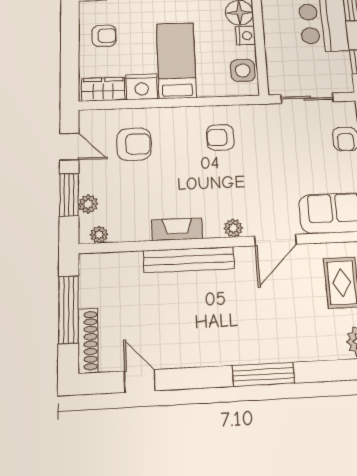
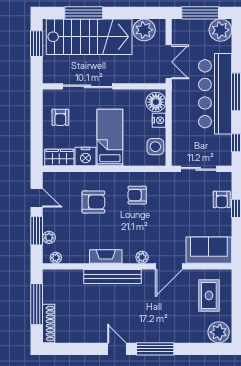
armchair: (104, 36) -> (60, 117), turned 90
armchair: (134, 144) -> (93, 202), moved
door: (140, 381) -> (117, 349), moved

